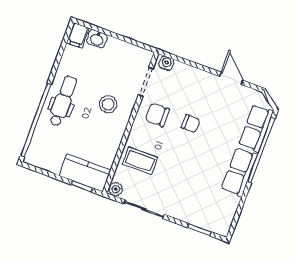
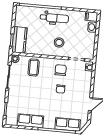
row of seats: (239, 172) -> (30, 121), moved

